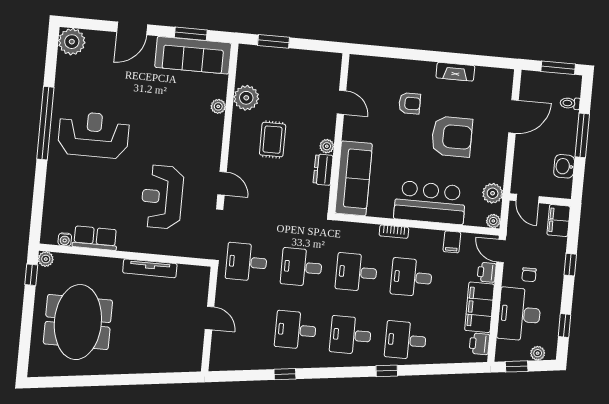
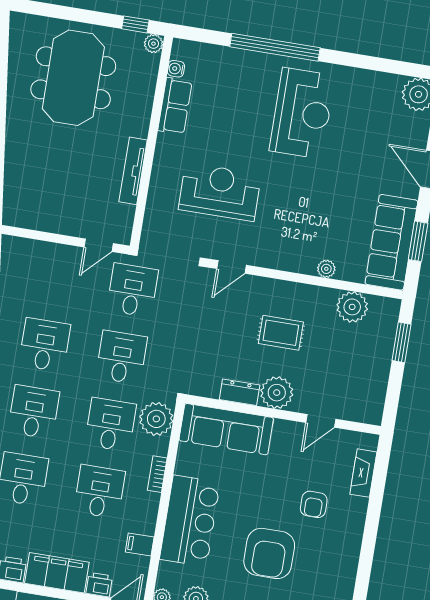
fireplace: (455, 72) -> (363, 473), moved
plant: (246, 98) -> (352, 307), moved
window: (45, 123) -> (275, 47), moved
plant: (327, 146) -> (277, 393), width x1.88, depth x1.88
plant: (349, 235) -> (156, 419), added
door: (210, 318) -> (99, 245), moved
meeting table: (78, 322) -> (73, 78), turned 90

